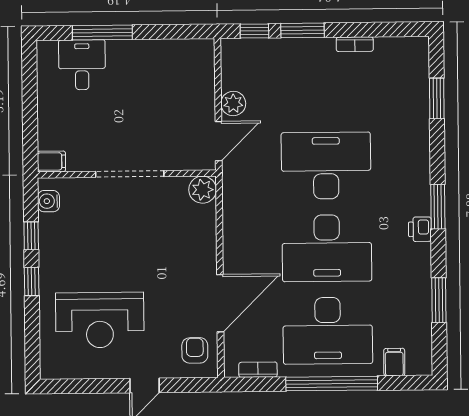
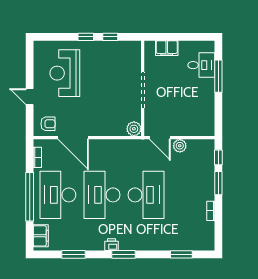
filing cabinet: (51, 161) -> (167, 48), moved, width x2.00
water cooler: (49, 201) -> (129, 46), removed
filing cabinet: (394, 362) -> (41, 236), width x2.00

